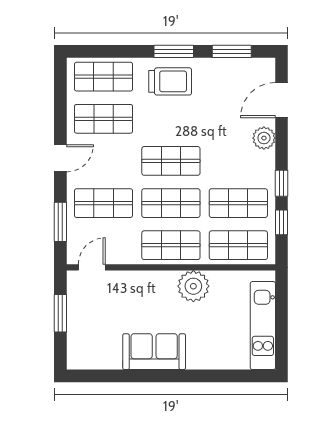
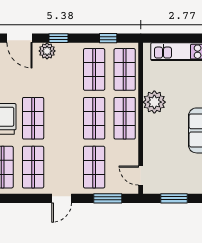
door: (60, 158) -> (62, 198), swing flipped
shop shelf: (171, 161) -> (33, 118), moved
window: (282, 183) -> (58, 38), moved

